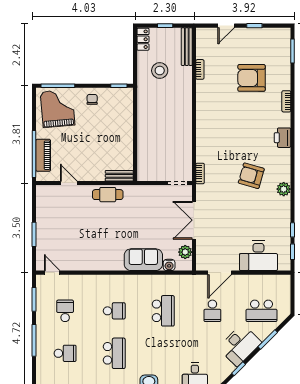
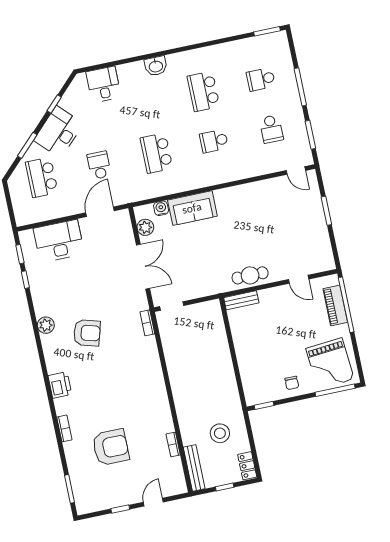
school desk: (261, 311) -> (42, 177), turned -90

